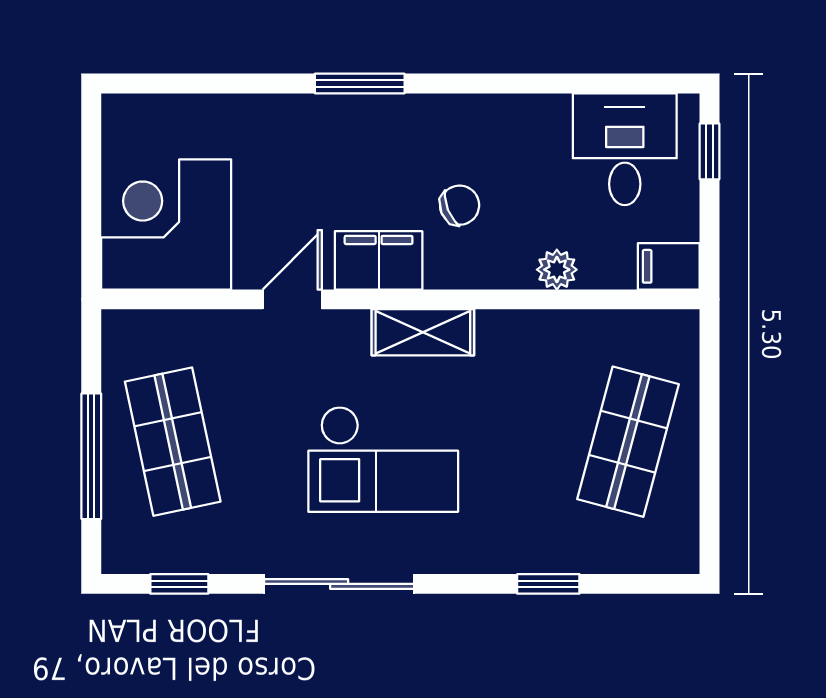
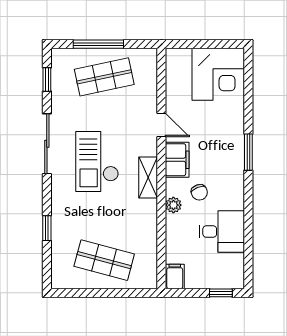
desk: (625, 149) -> (222, 232), moved
corner desk: (166, 224) -> (218, 74), moved, turned 90
plant: (557, 270) -> (173, 205), moved

